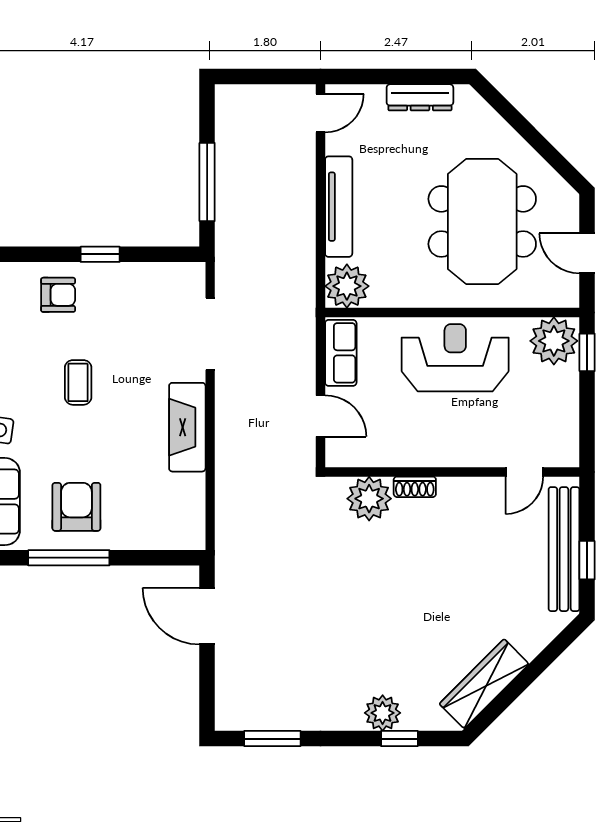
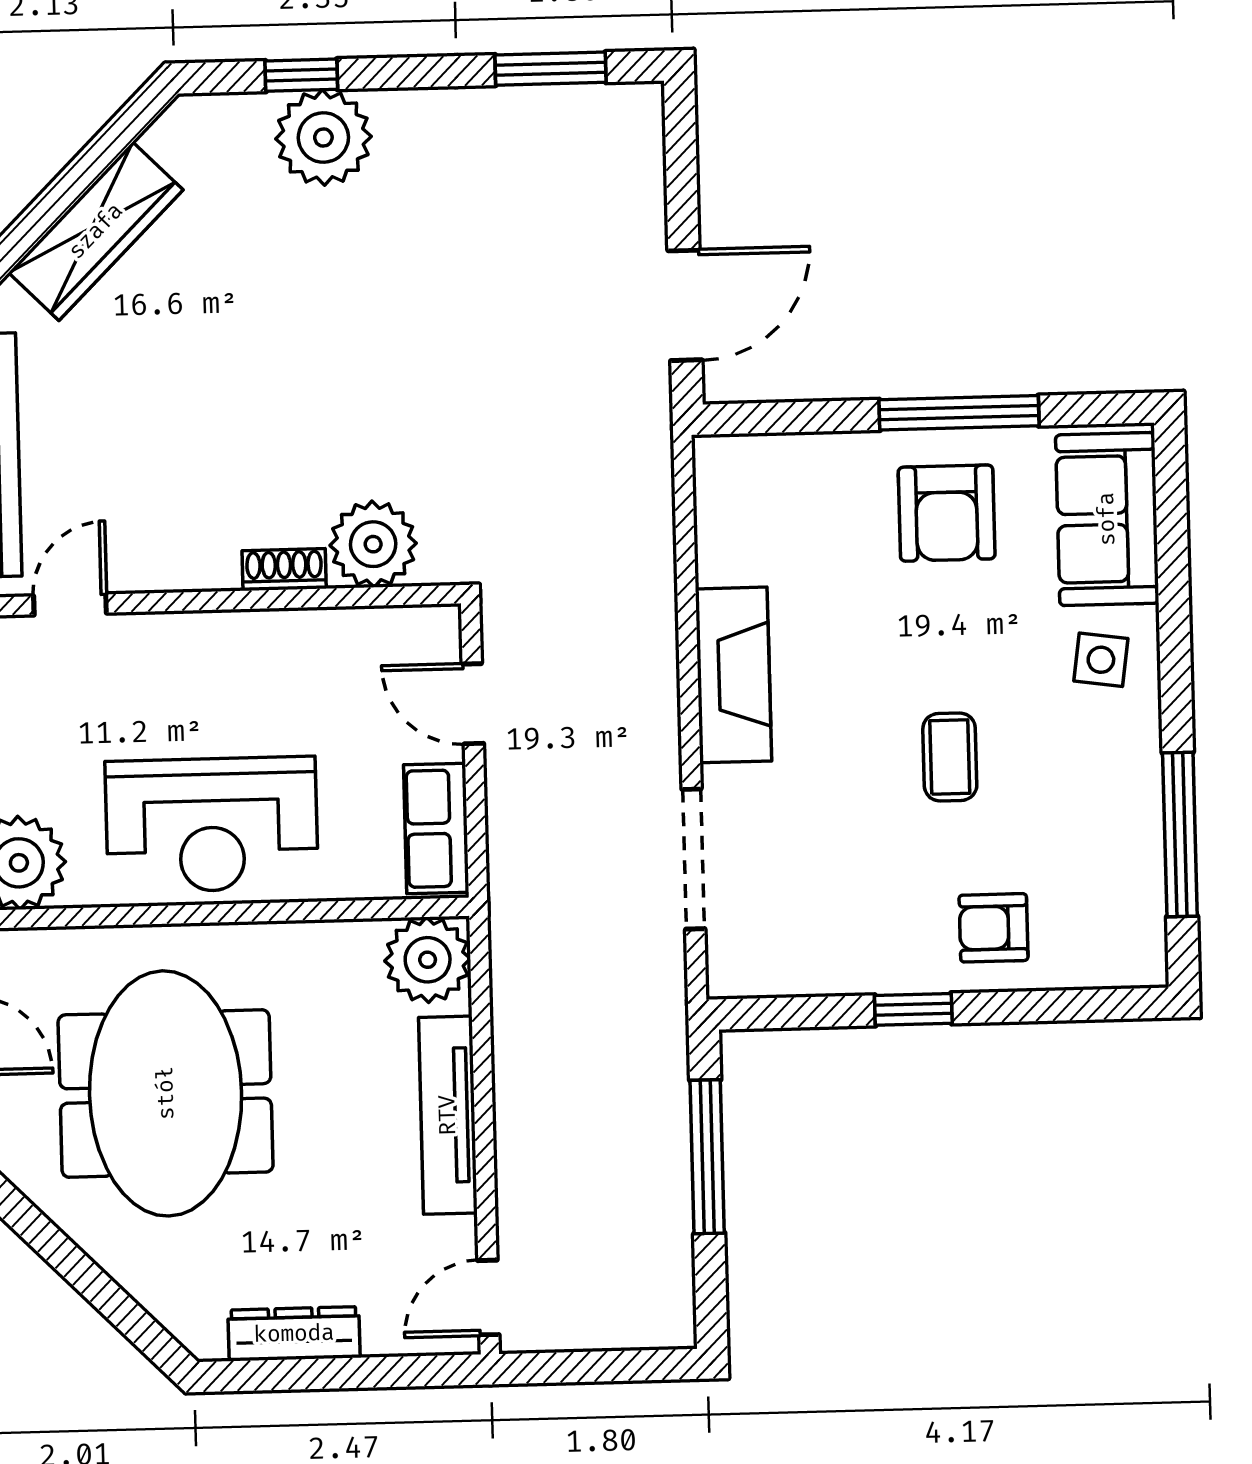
door: (207, 616) -> (685, 305), hinge flipped
wardrobe: (484, 684) -> (96, 231), moved
plant: (383, 713) -> (323, 138), width x1.36, depth x1.36

